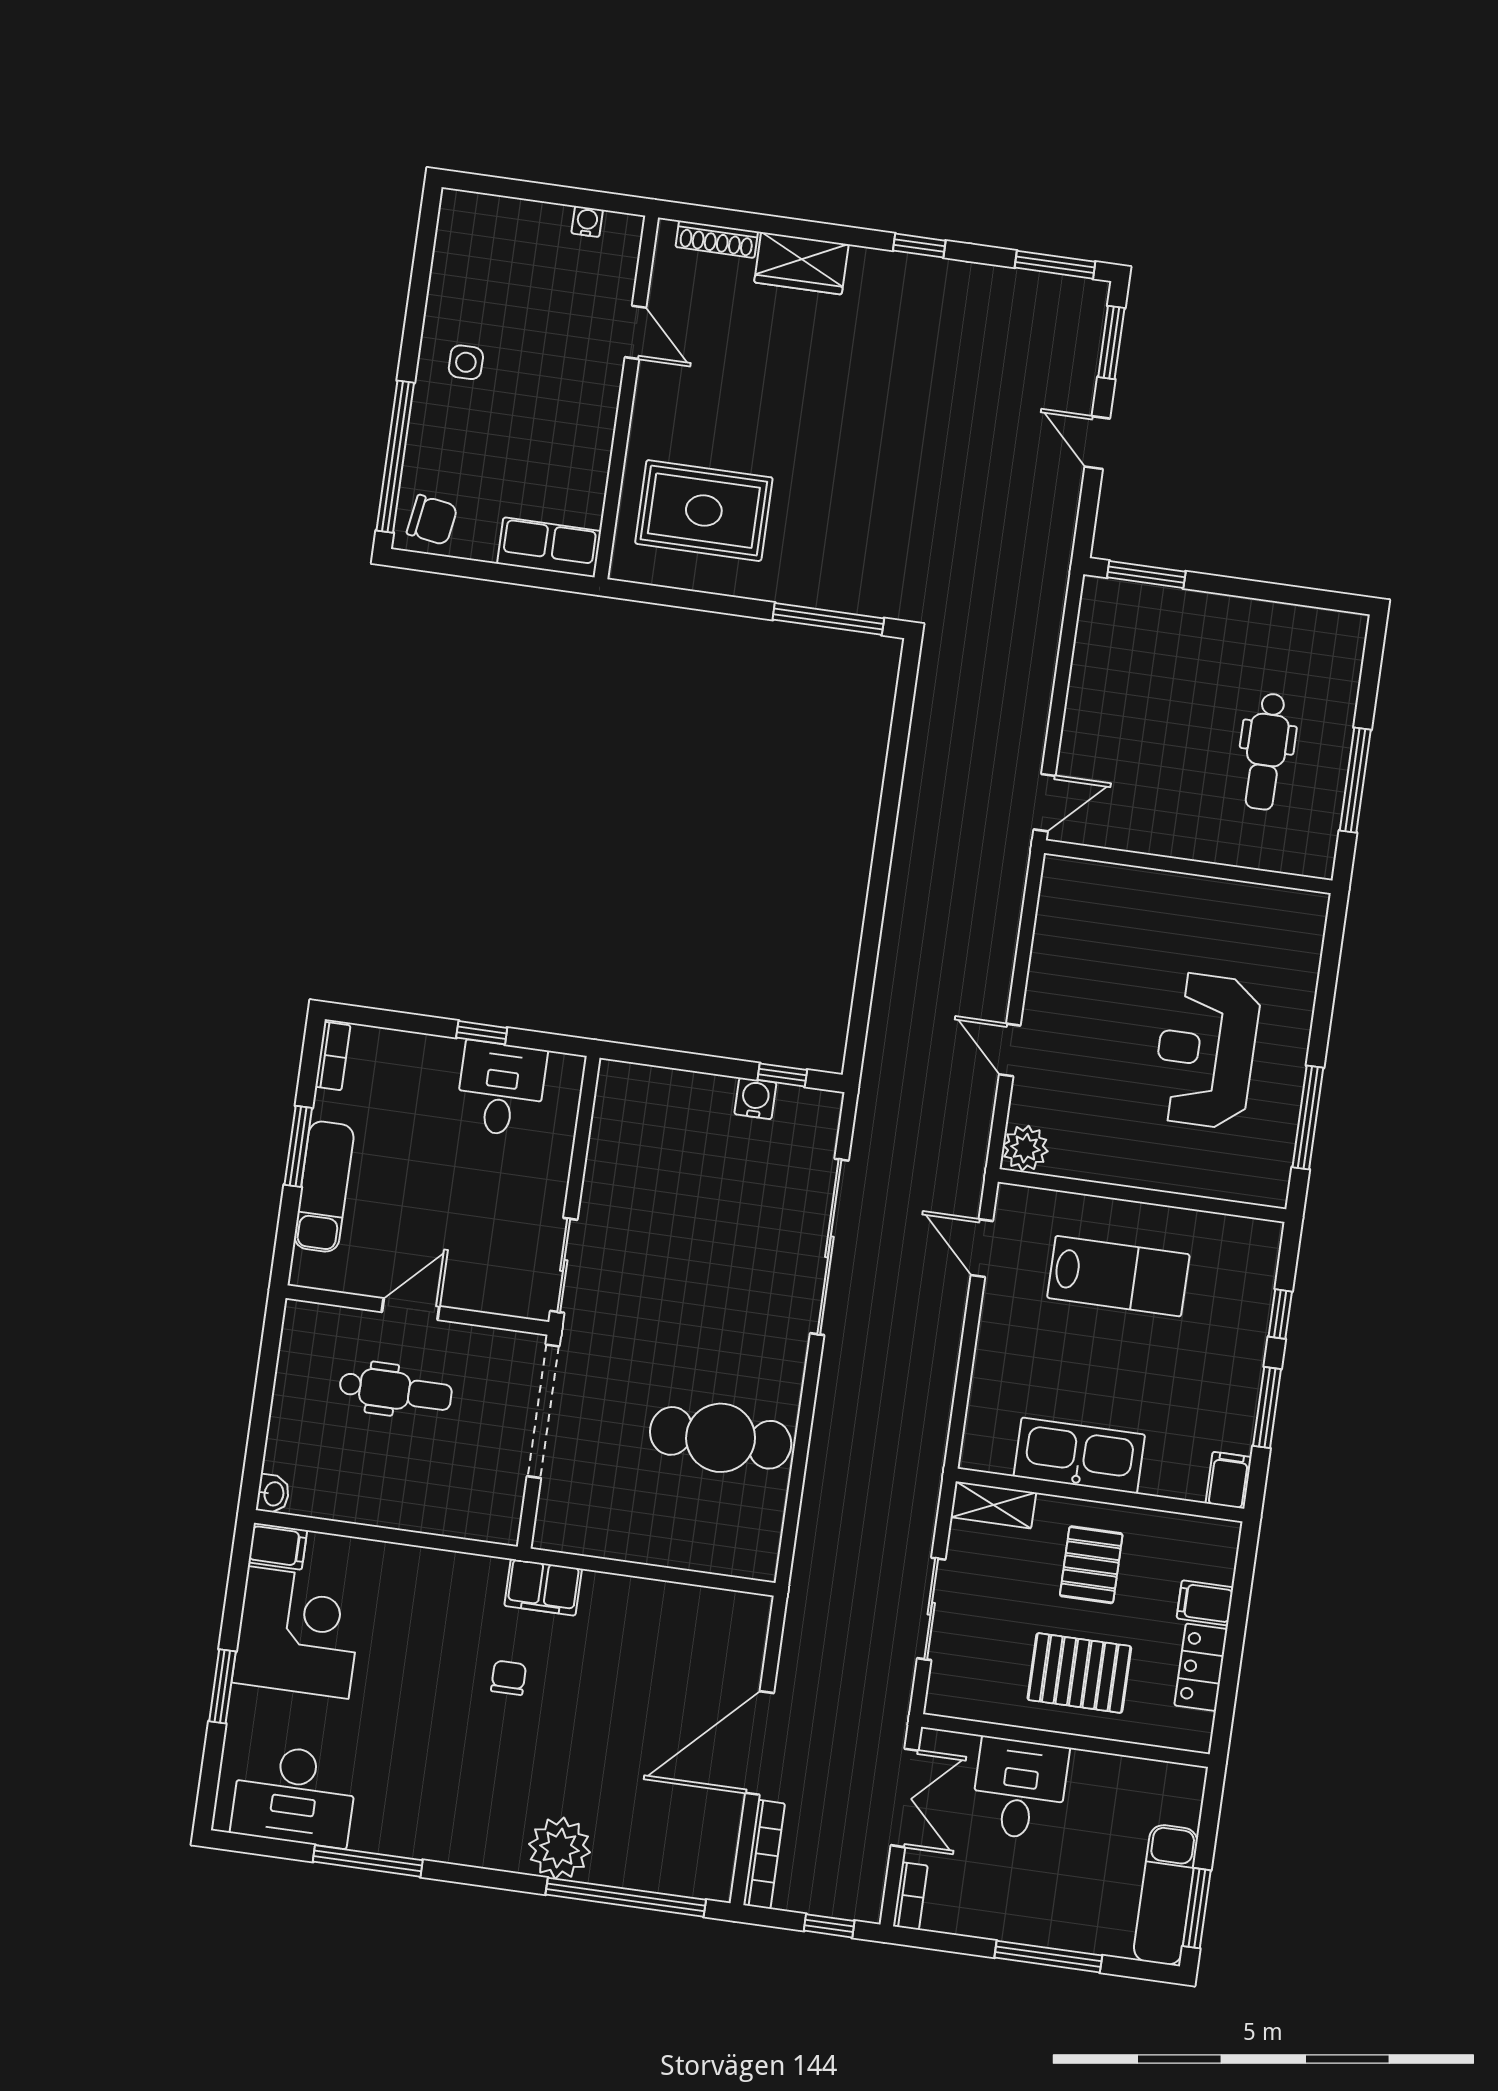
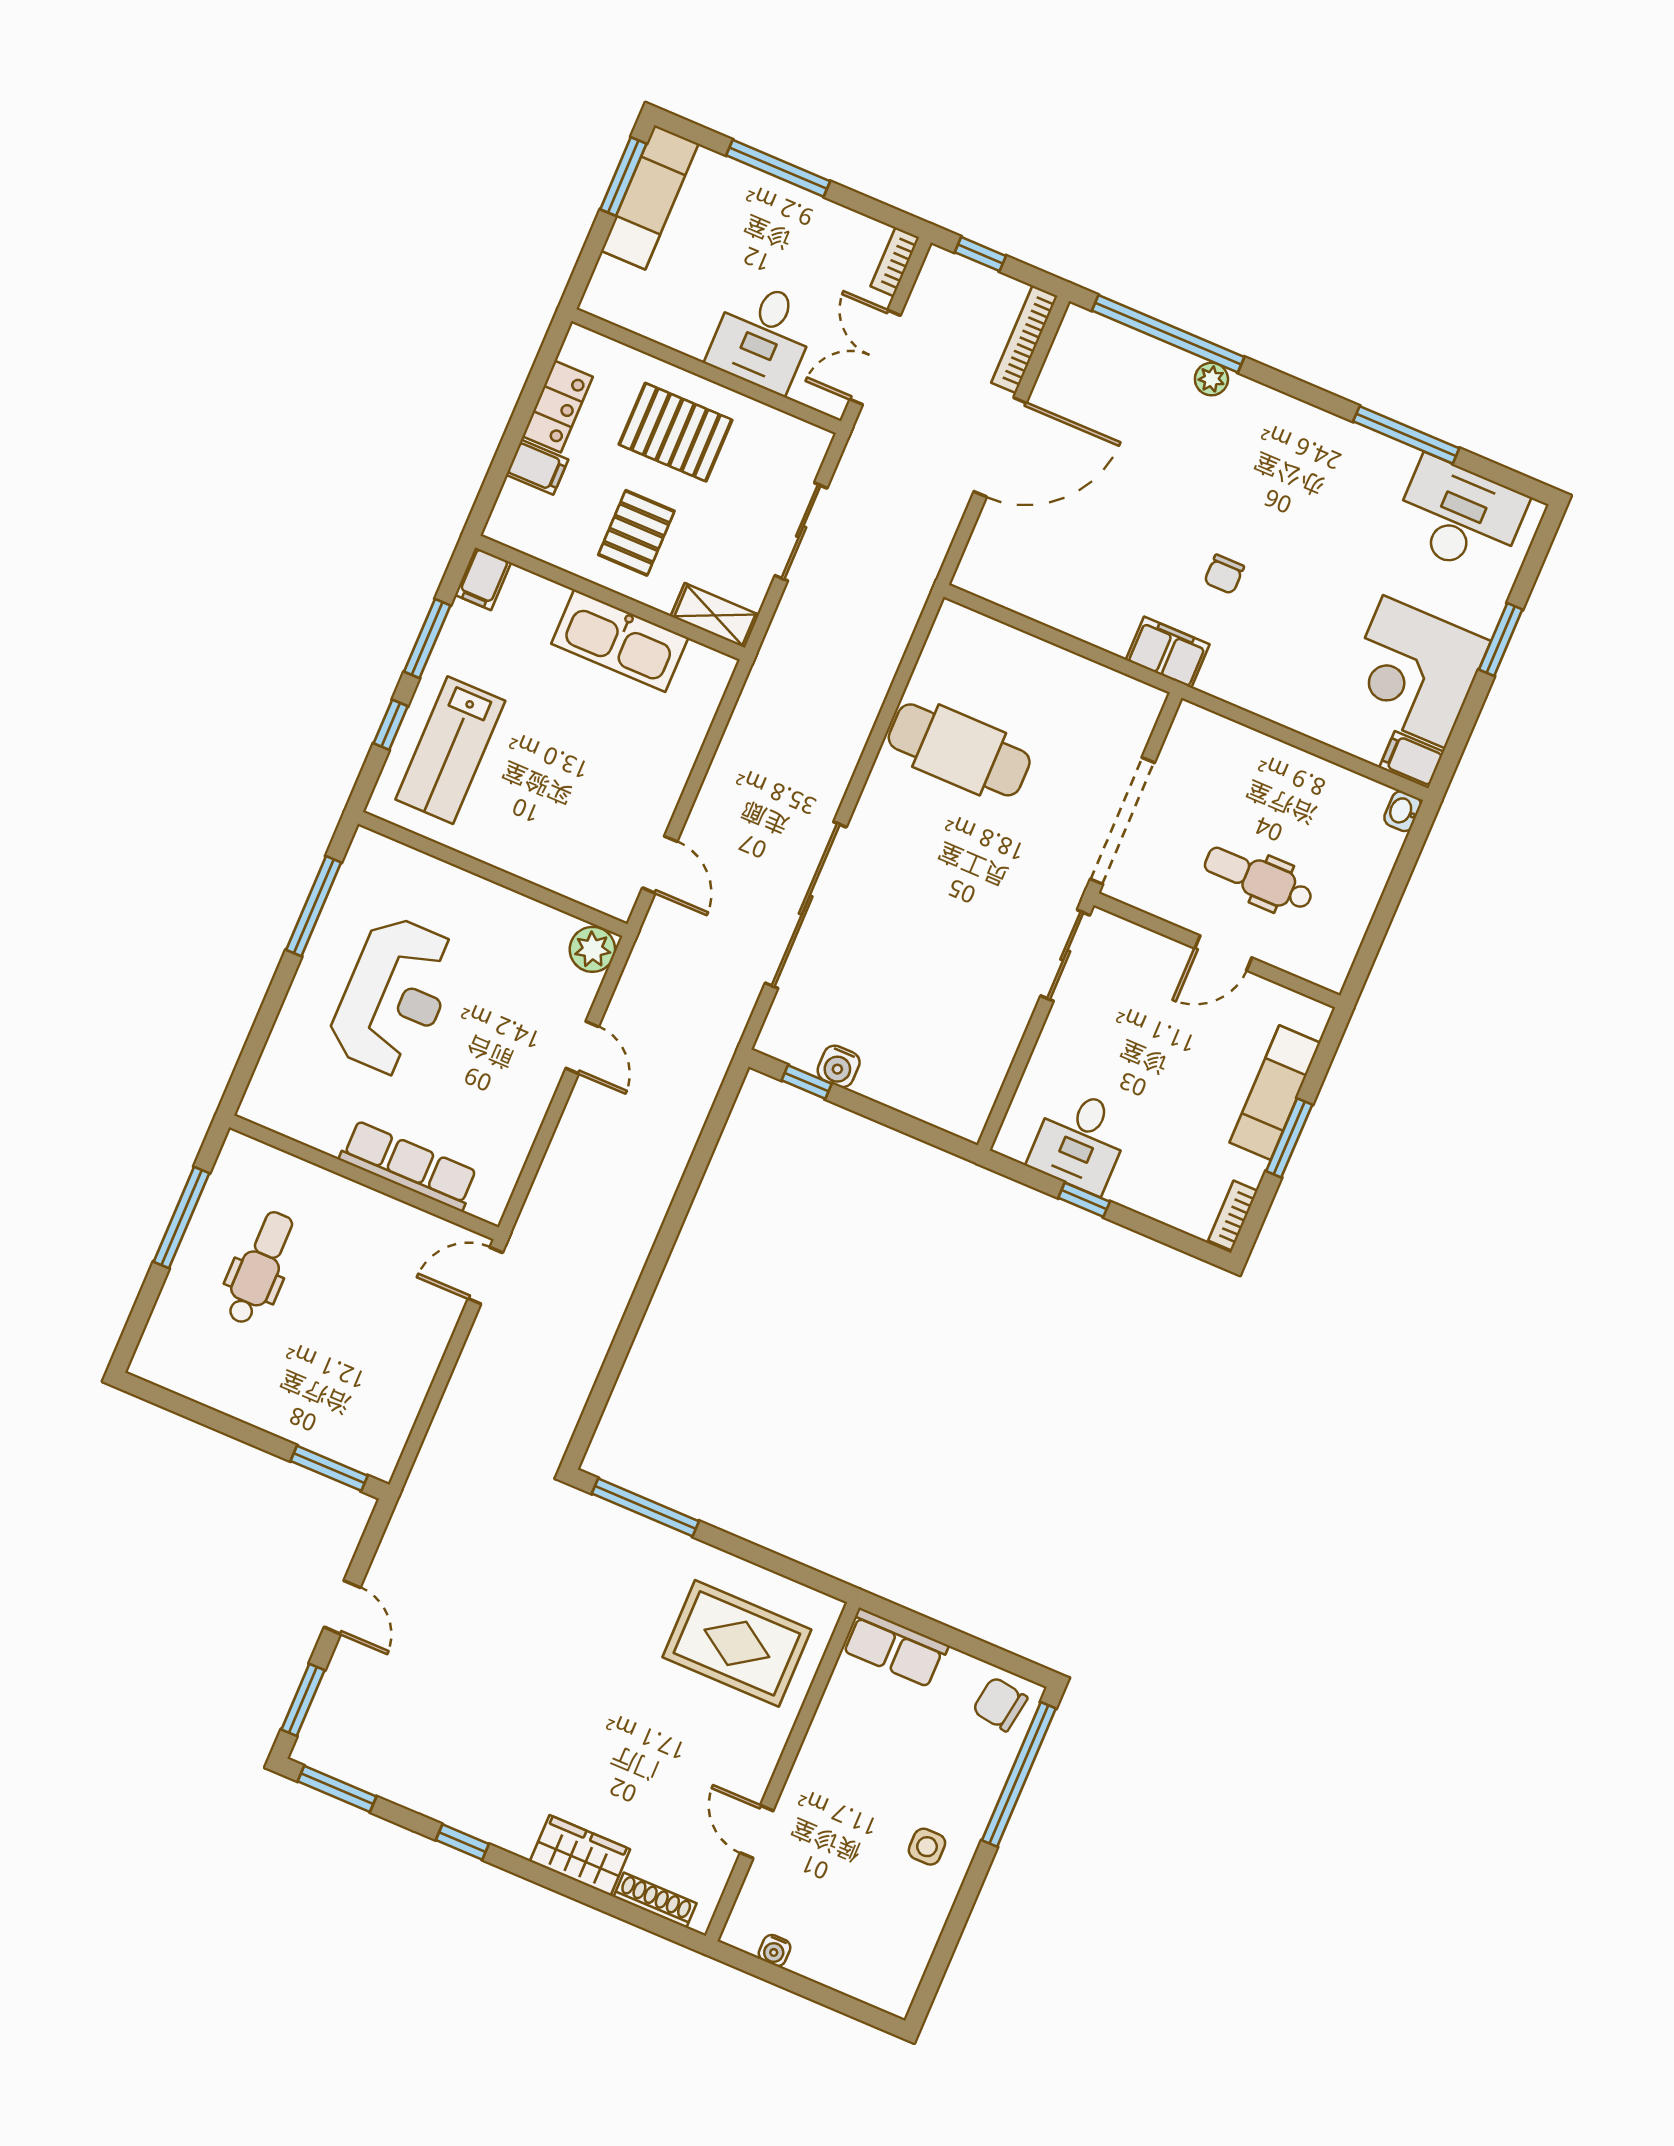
row of seats: (1148, 890) -> (409, 1166), added
lab bench: (1118, 1276) -> (450, 750), moved, turned -90
plant: (559, 1848) -> (1211, 379), width x0.53, depth x0.53

